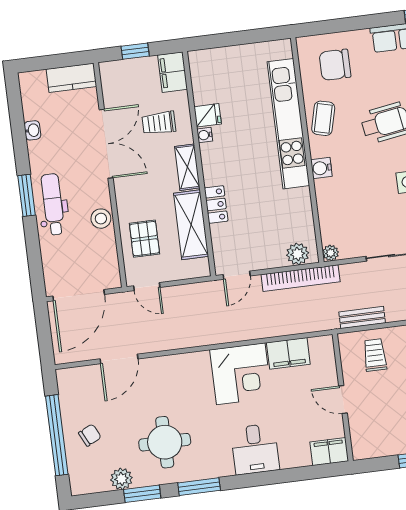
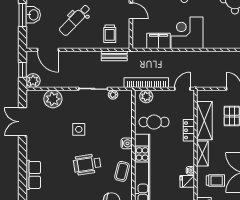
cafe table: (278, 211) -> (154, 122), added
plant: (331, 253) -> (113, 95), moved

